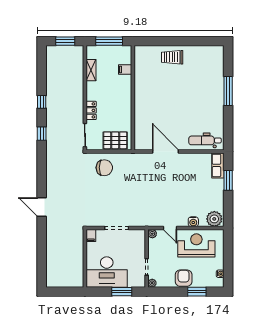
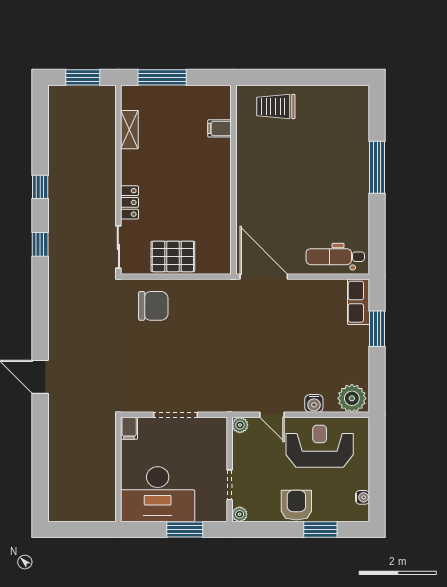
filing cabinet: (125, 69) -> (220, 128), moved
wall: (133, 98) -> (234, 180), moved

